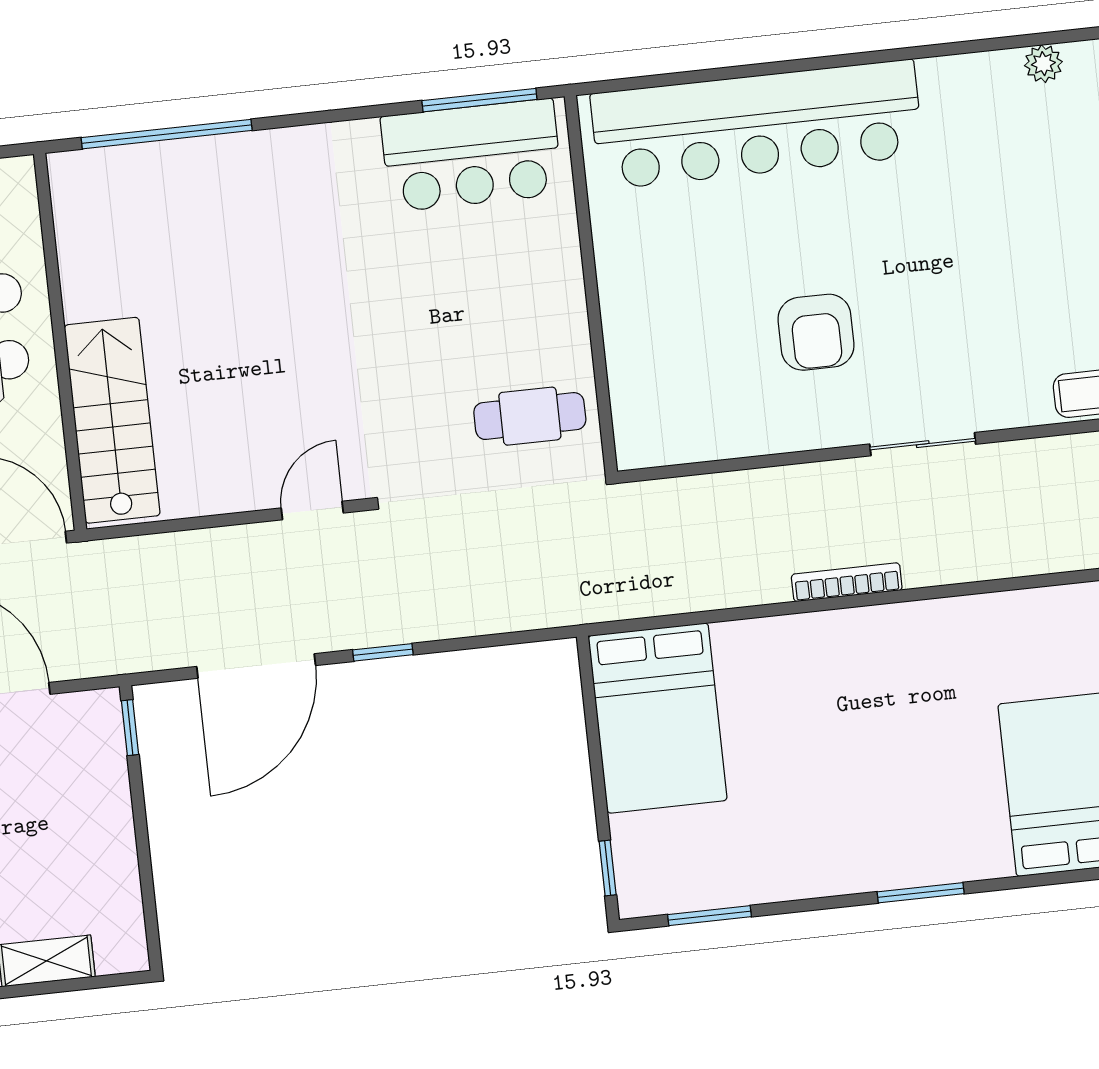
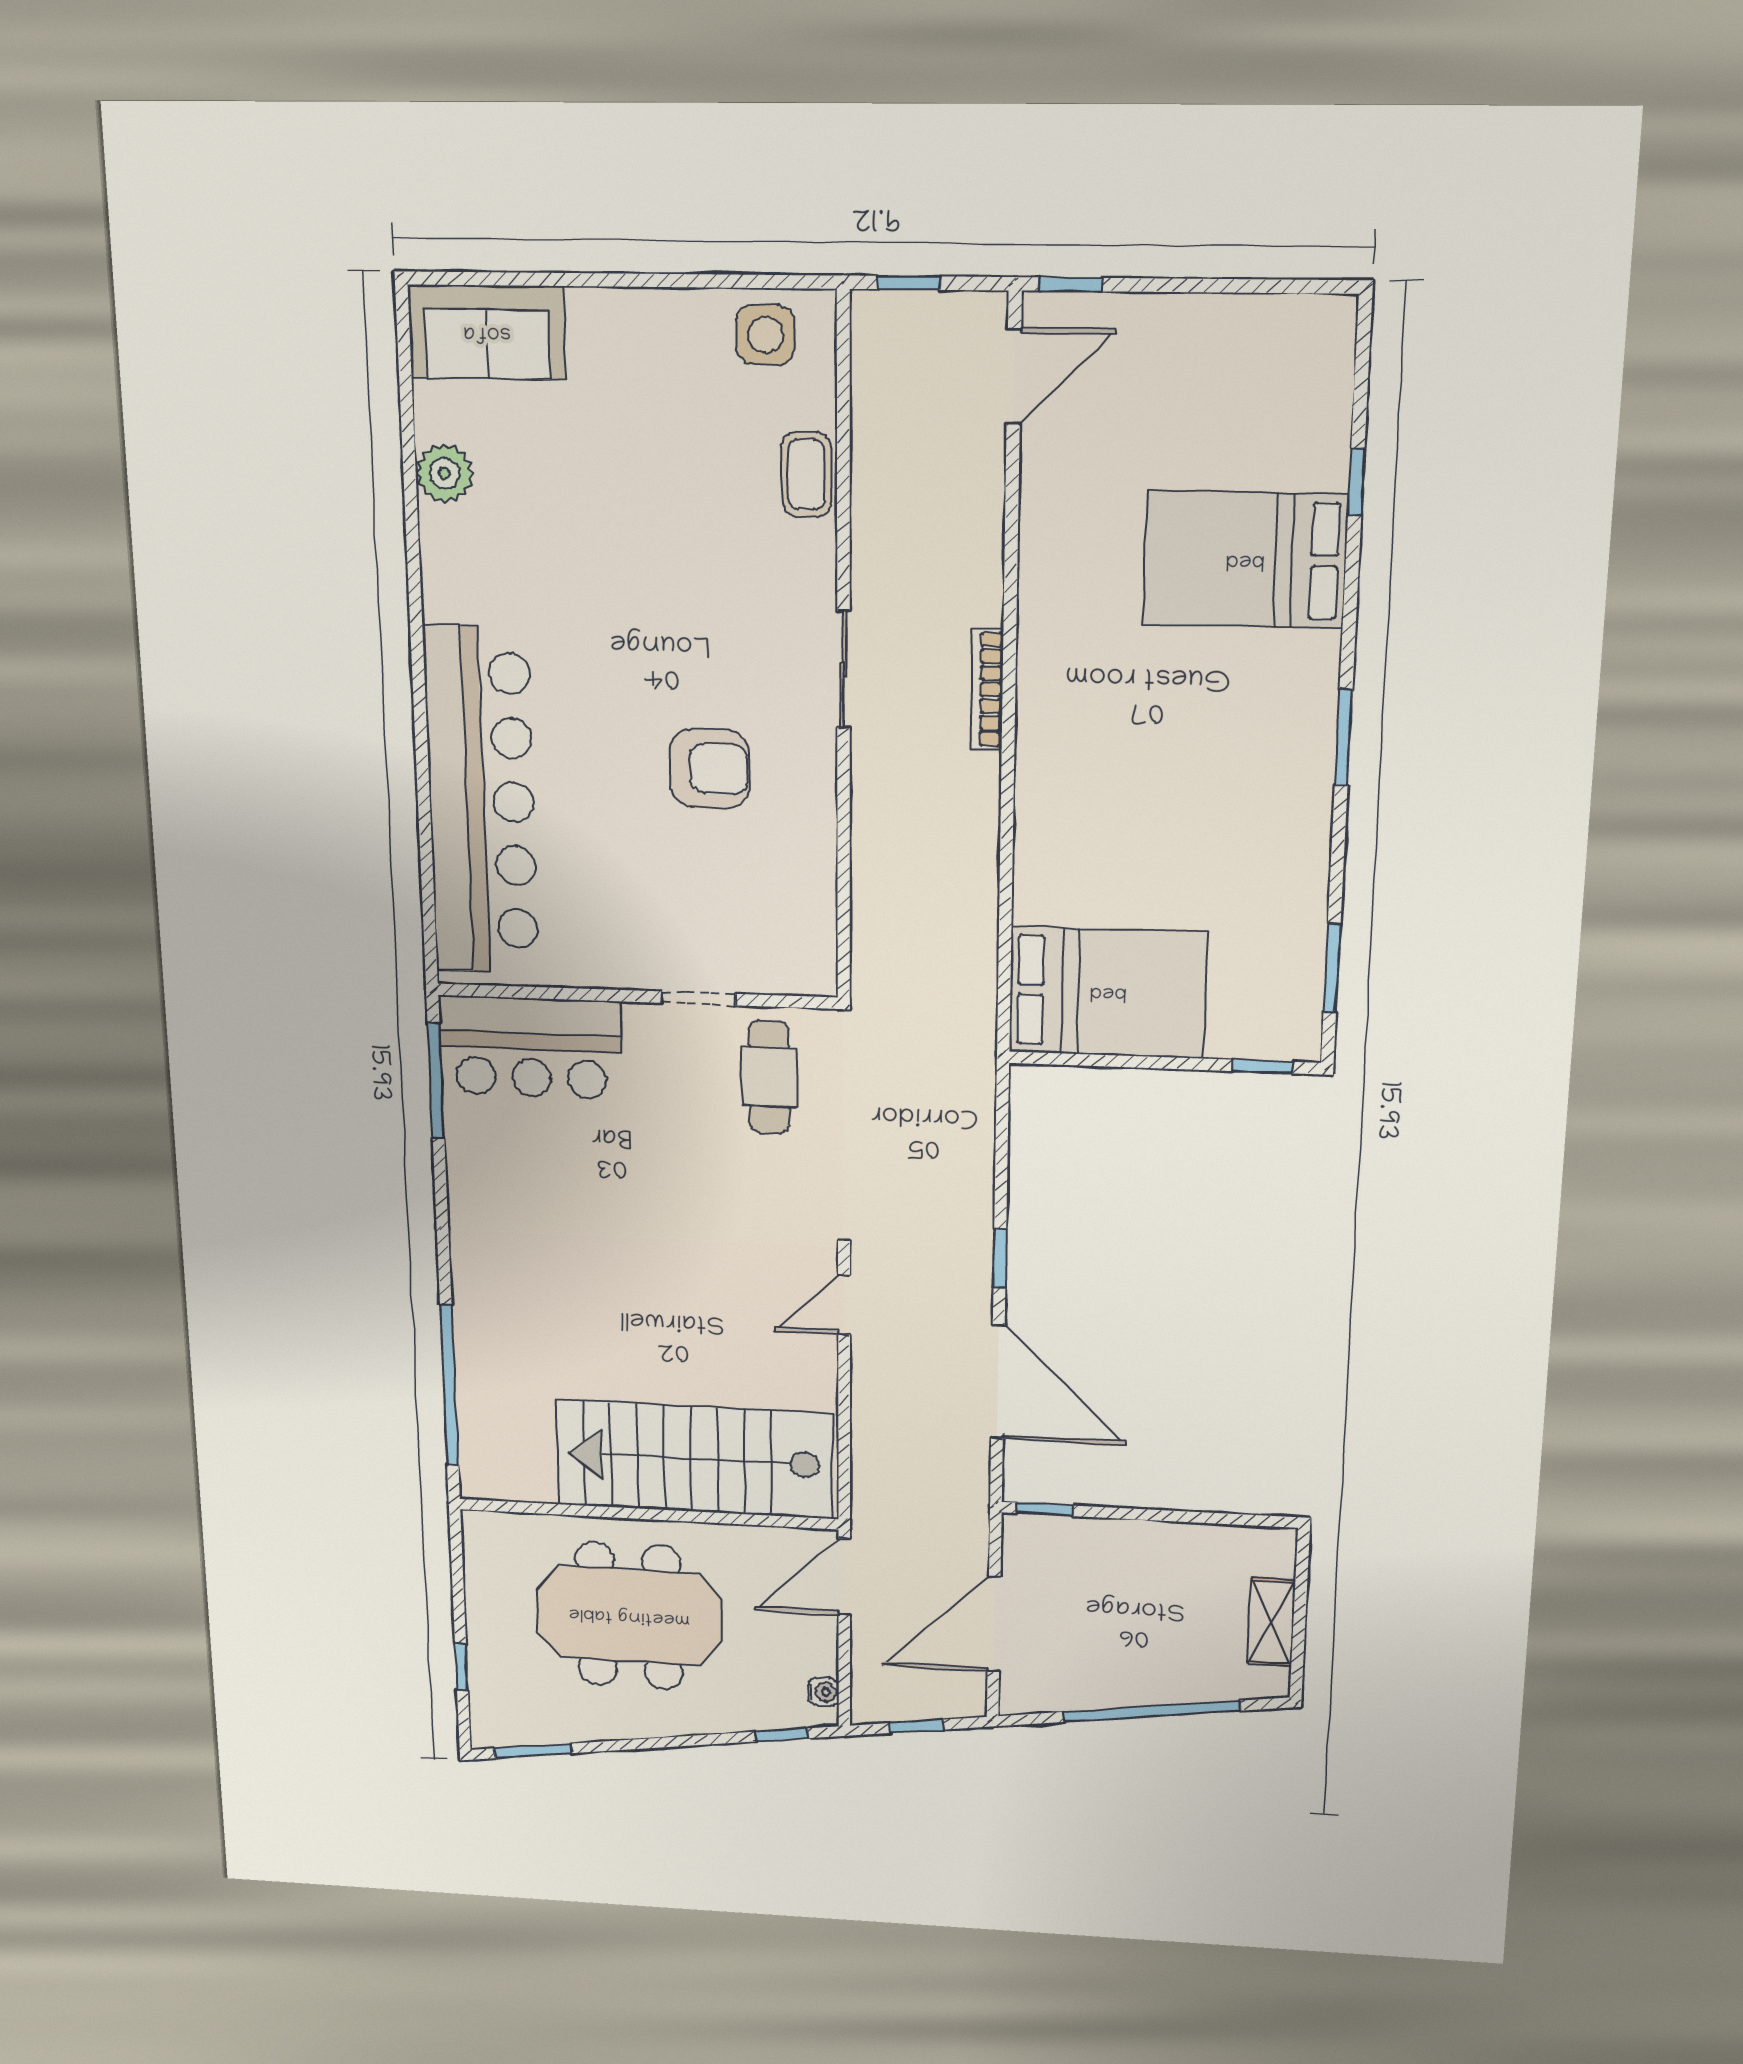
plant: (1043, 64) -> (444, 473), width x1.38, depth x1.38
bar counter: (472, 155) -> (531, 1047), moved, turned 90
doorway: (597, 342) -> (698, 998), added
stairs: (112, 420) -> (694, 1459), width x1.36, depth x1.51
door: (312, 510) -> (844, 1305), hinge flipped
bookcase: (847, 582) -> (987, 690), moved

